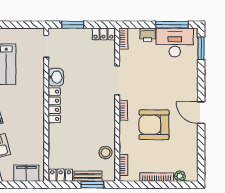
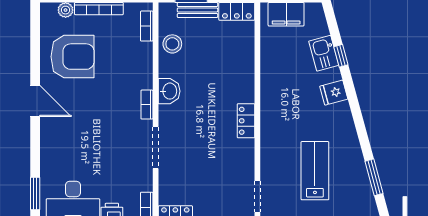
washbasin: (56, 77) -> (169, 91), moved, turned 180
locker: (54, 105) -> (246, 121), width x0.66
armchair: (154, 125) -> (72, 57), moved

